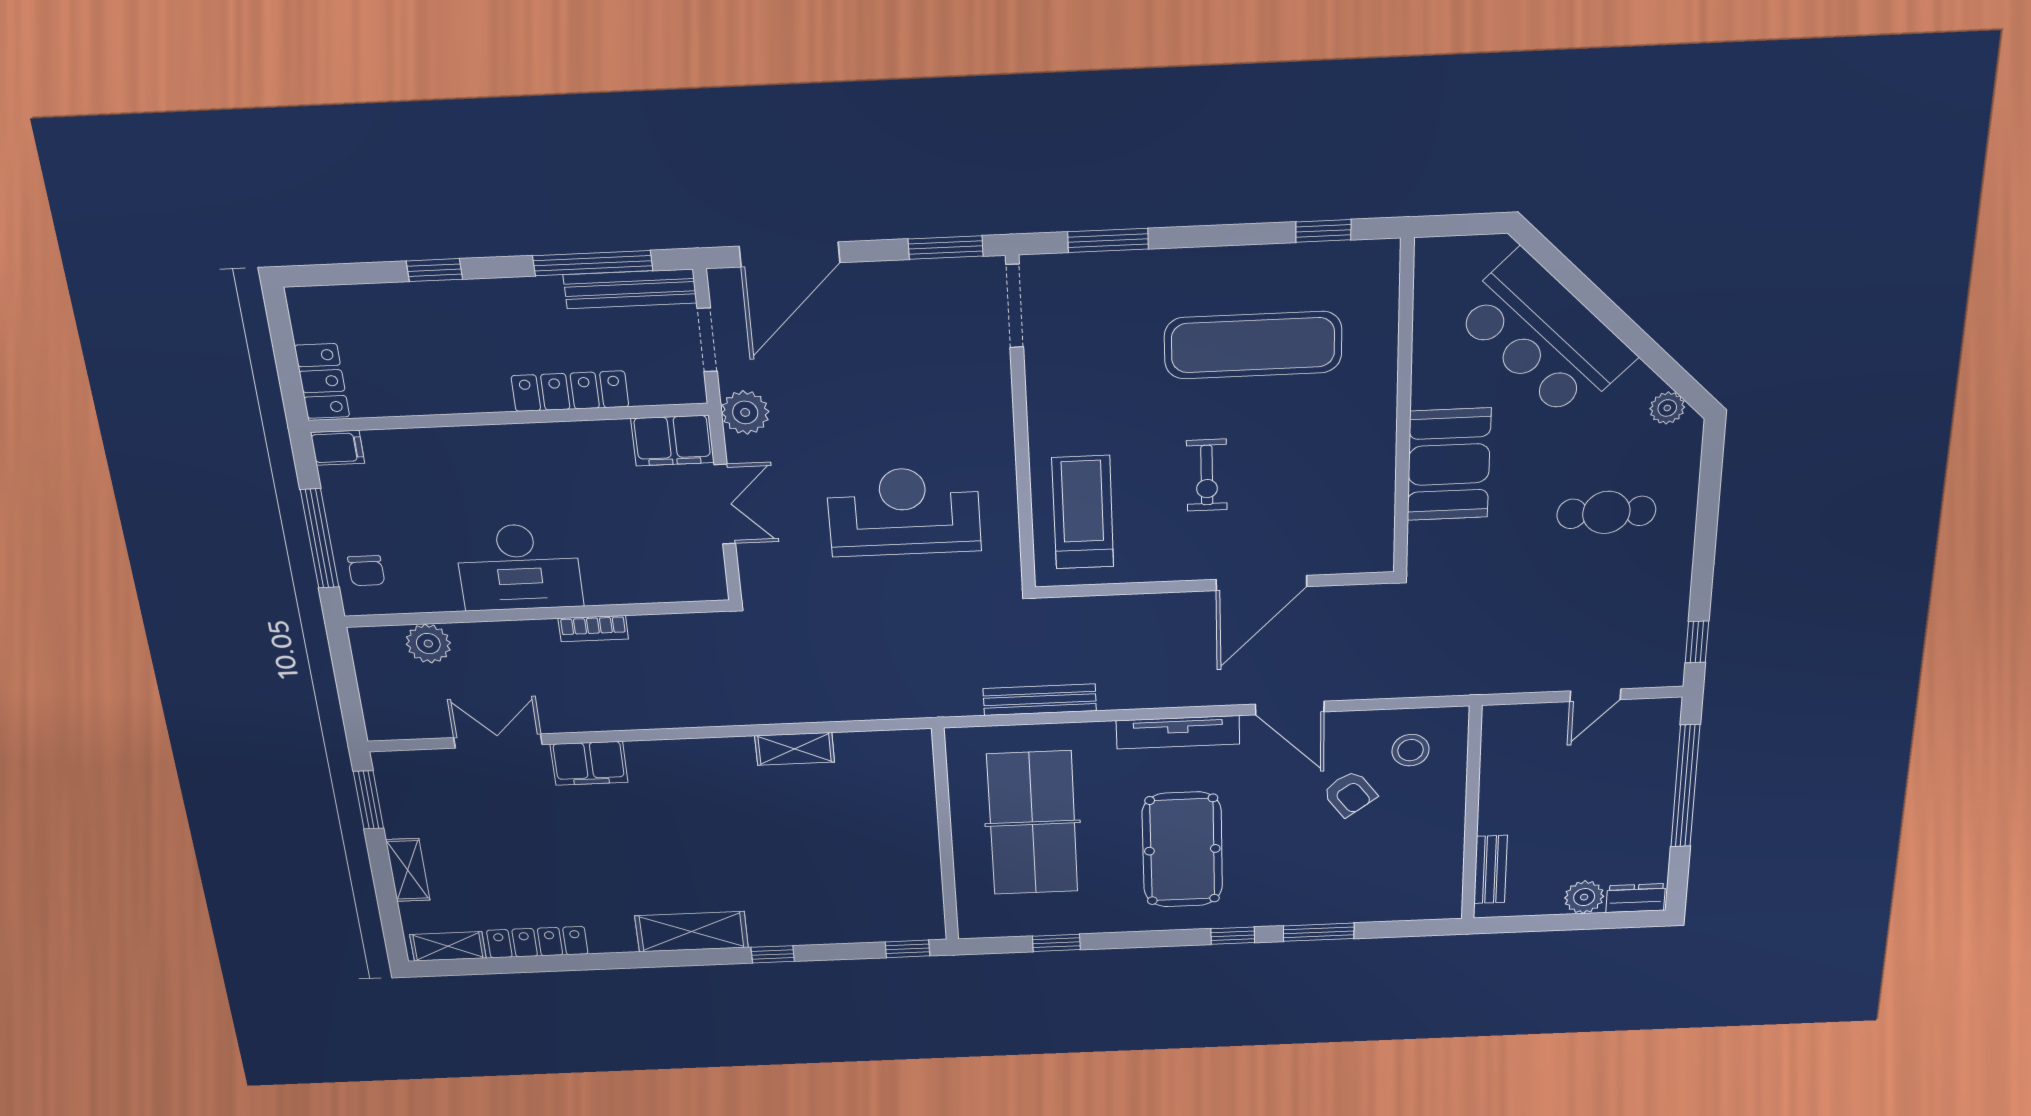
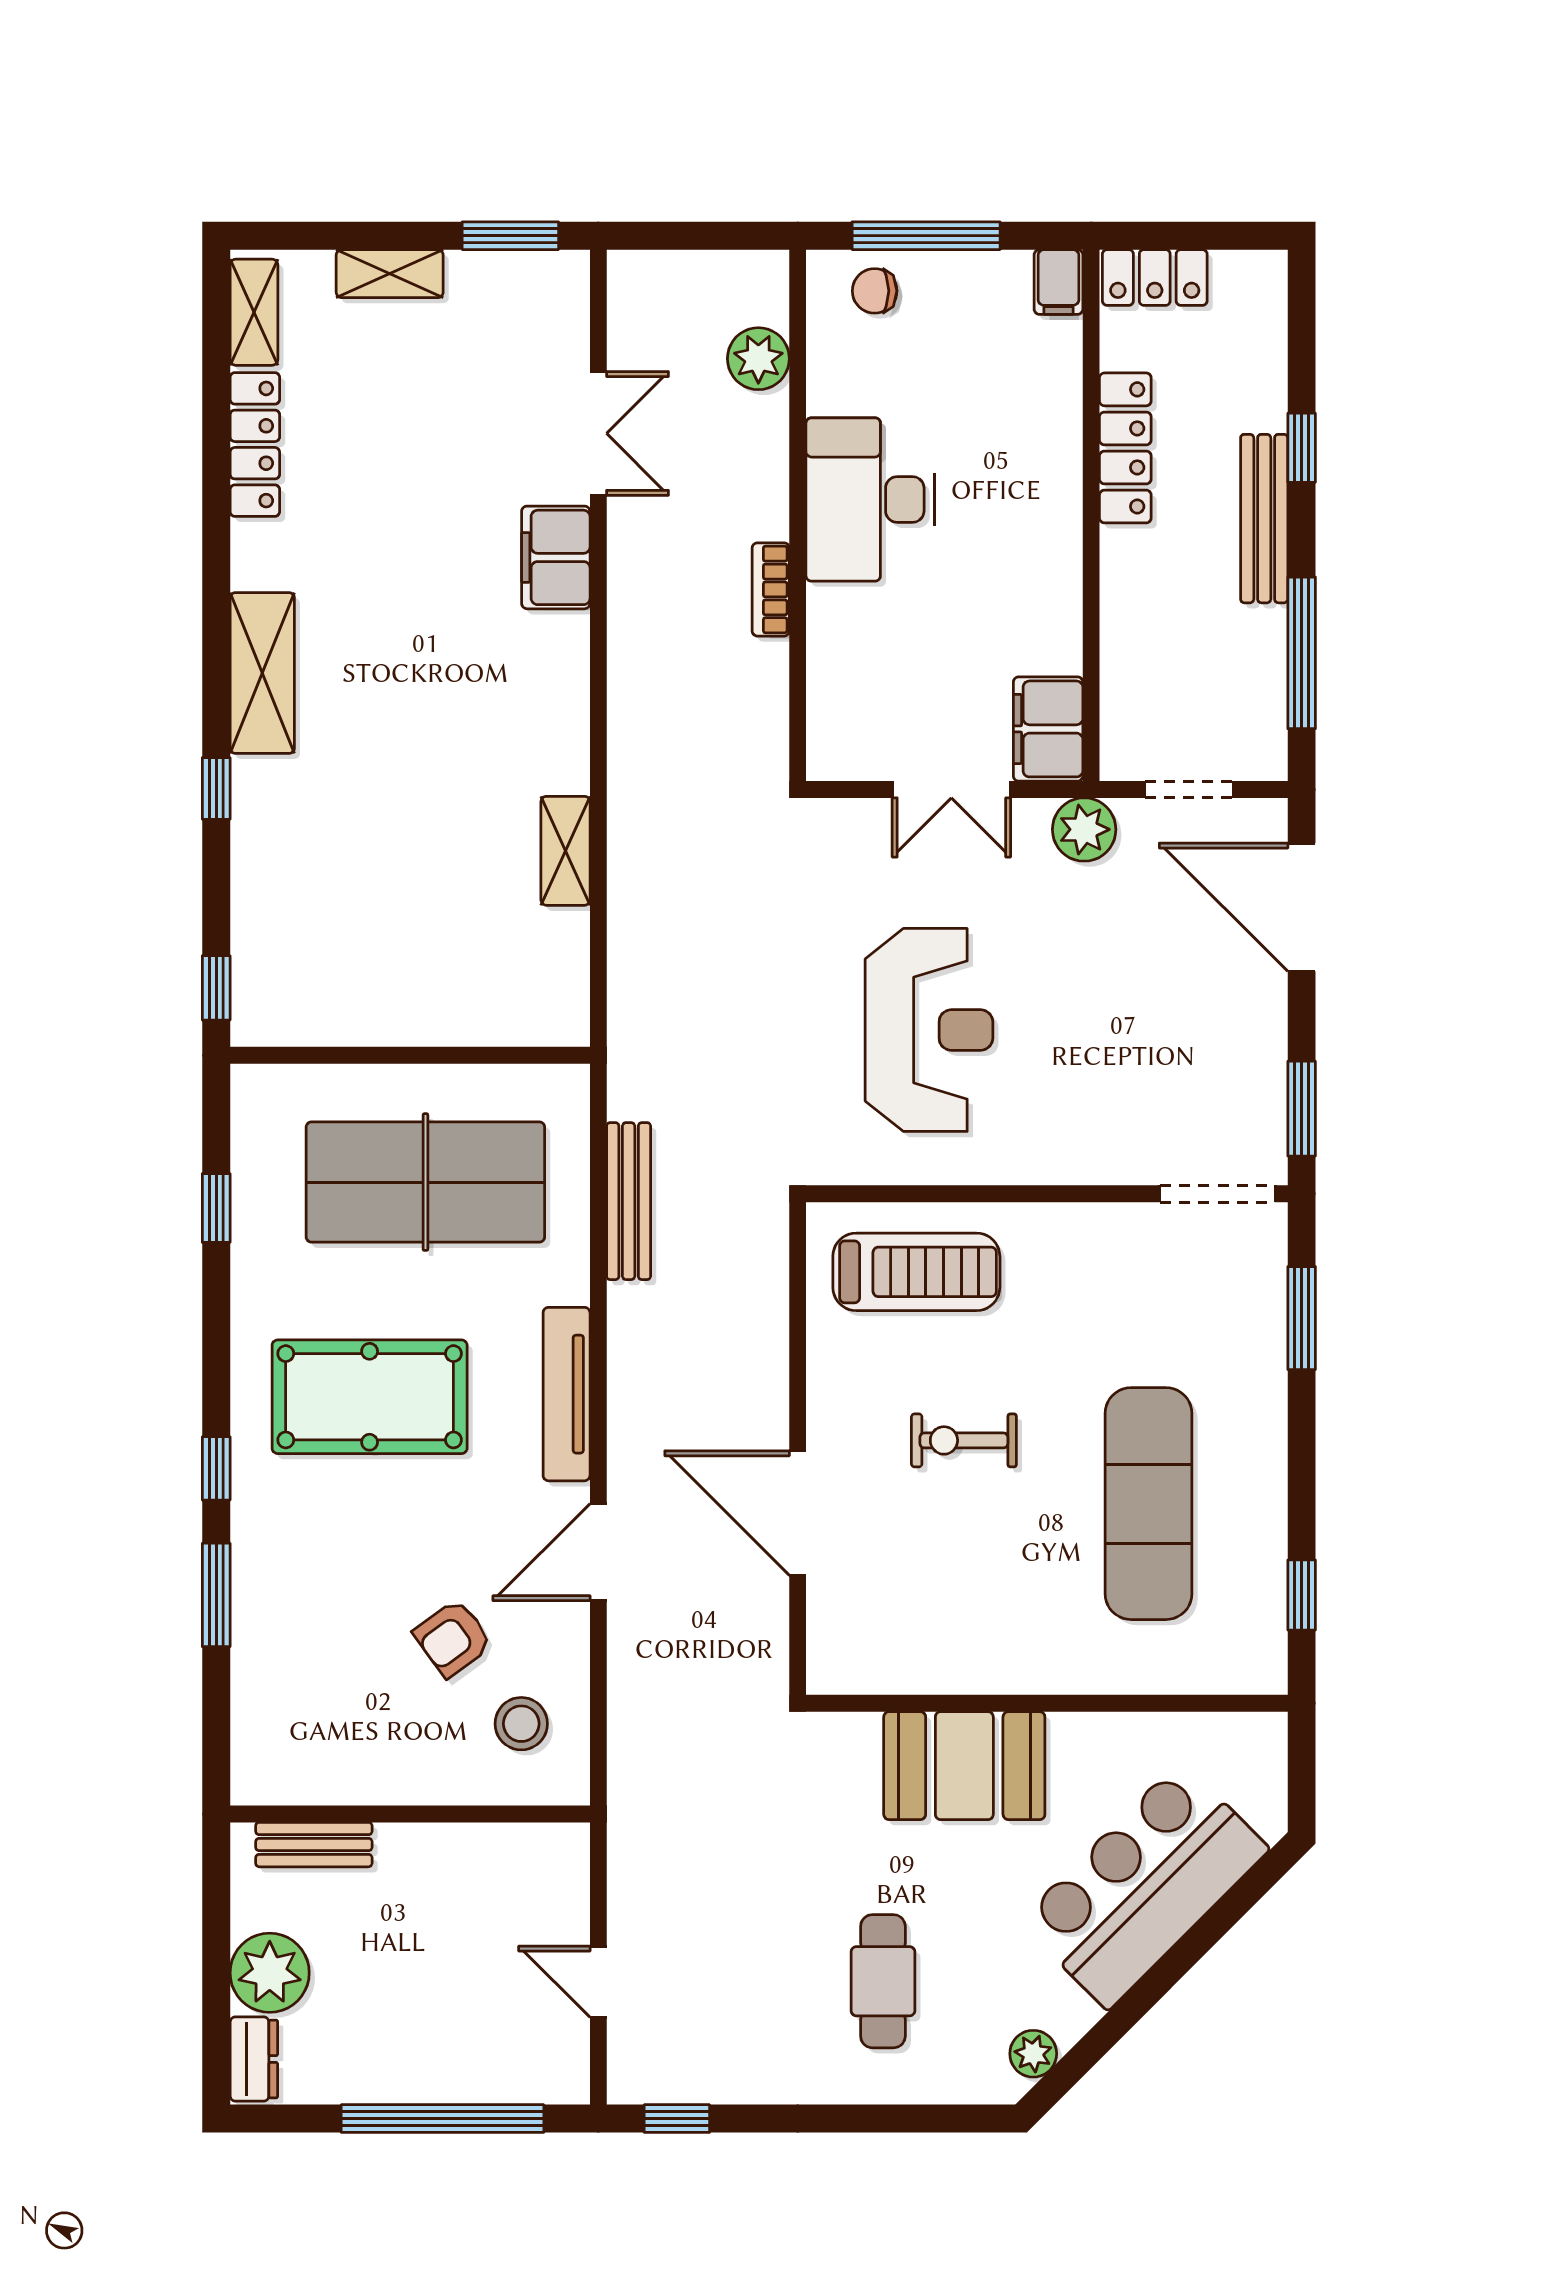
bench: (630, 289) -> (1264, 519), moved
locker: (570, 391) -> (1125, 448), moved
plant: (1584, 897) -> (270, 1973), width x1.36, depth x1.36

